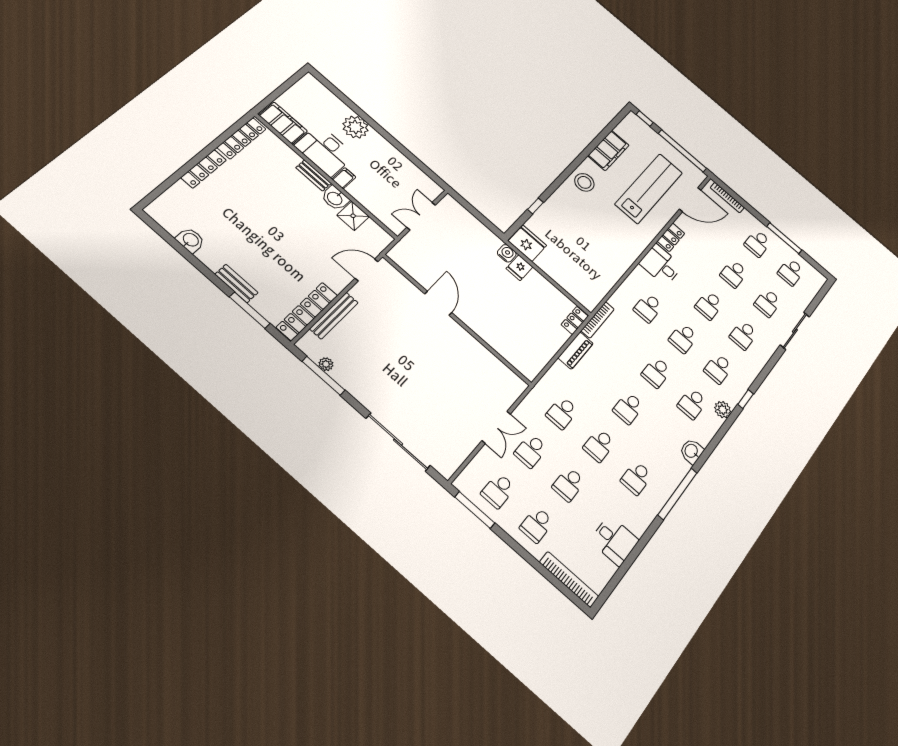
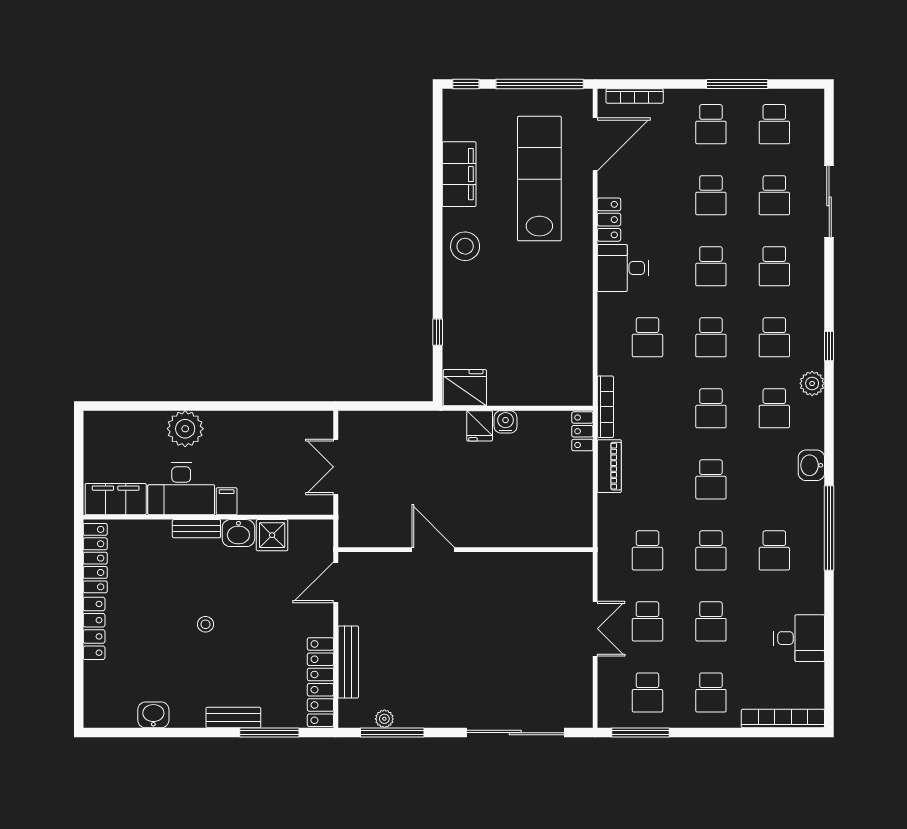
stool: (270, 224) -> (206, 624), added
water cooler: (507, 253) -> (506, 422), moved

